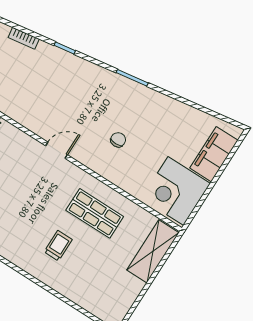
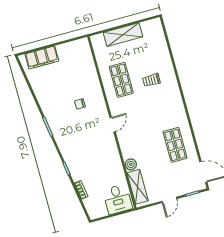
door: (56, 150) -> (113, 125), swing flipped
corner desk: (176, 191) -> (75, 56), removed
shelving: (153, 251) -> (123, 35), moved

